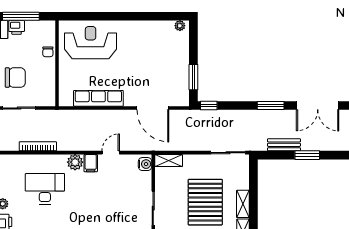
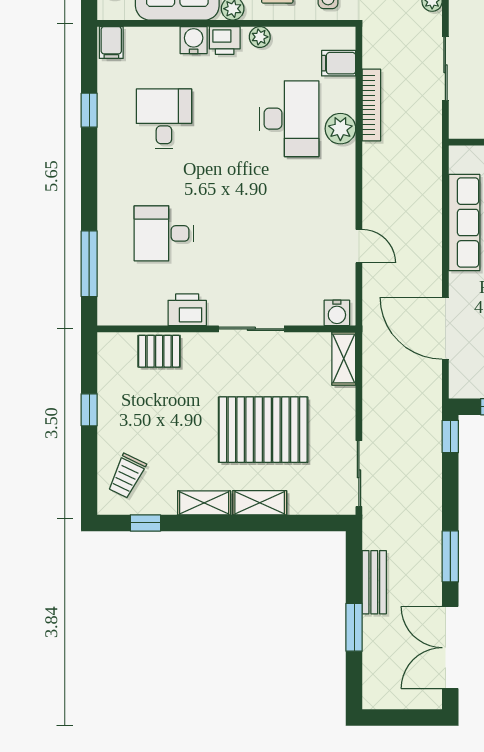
door: (153, 108) -> (445, 328), hinge flipped
plant: (75, 162) -> (340, 129), moved
filing cabinet: (91, 163) -> (339, 63), moved

